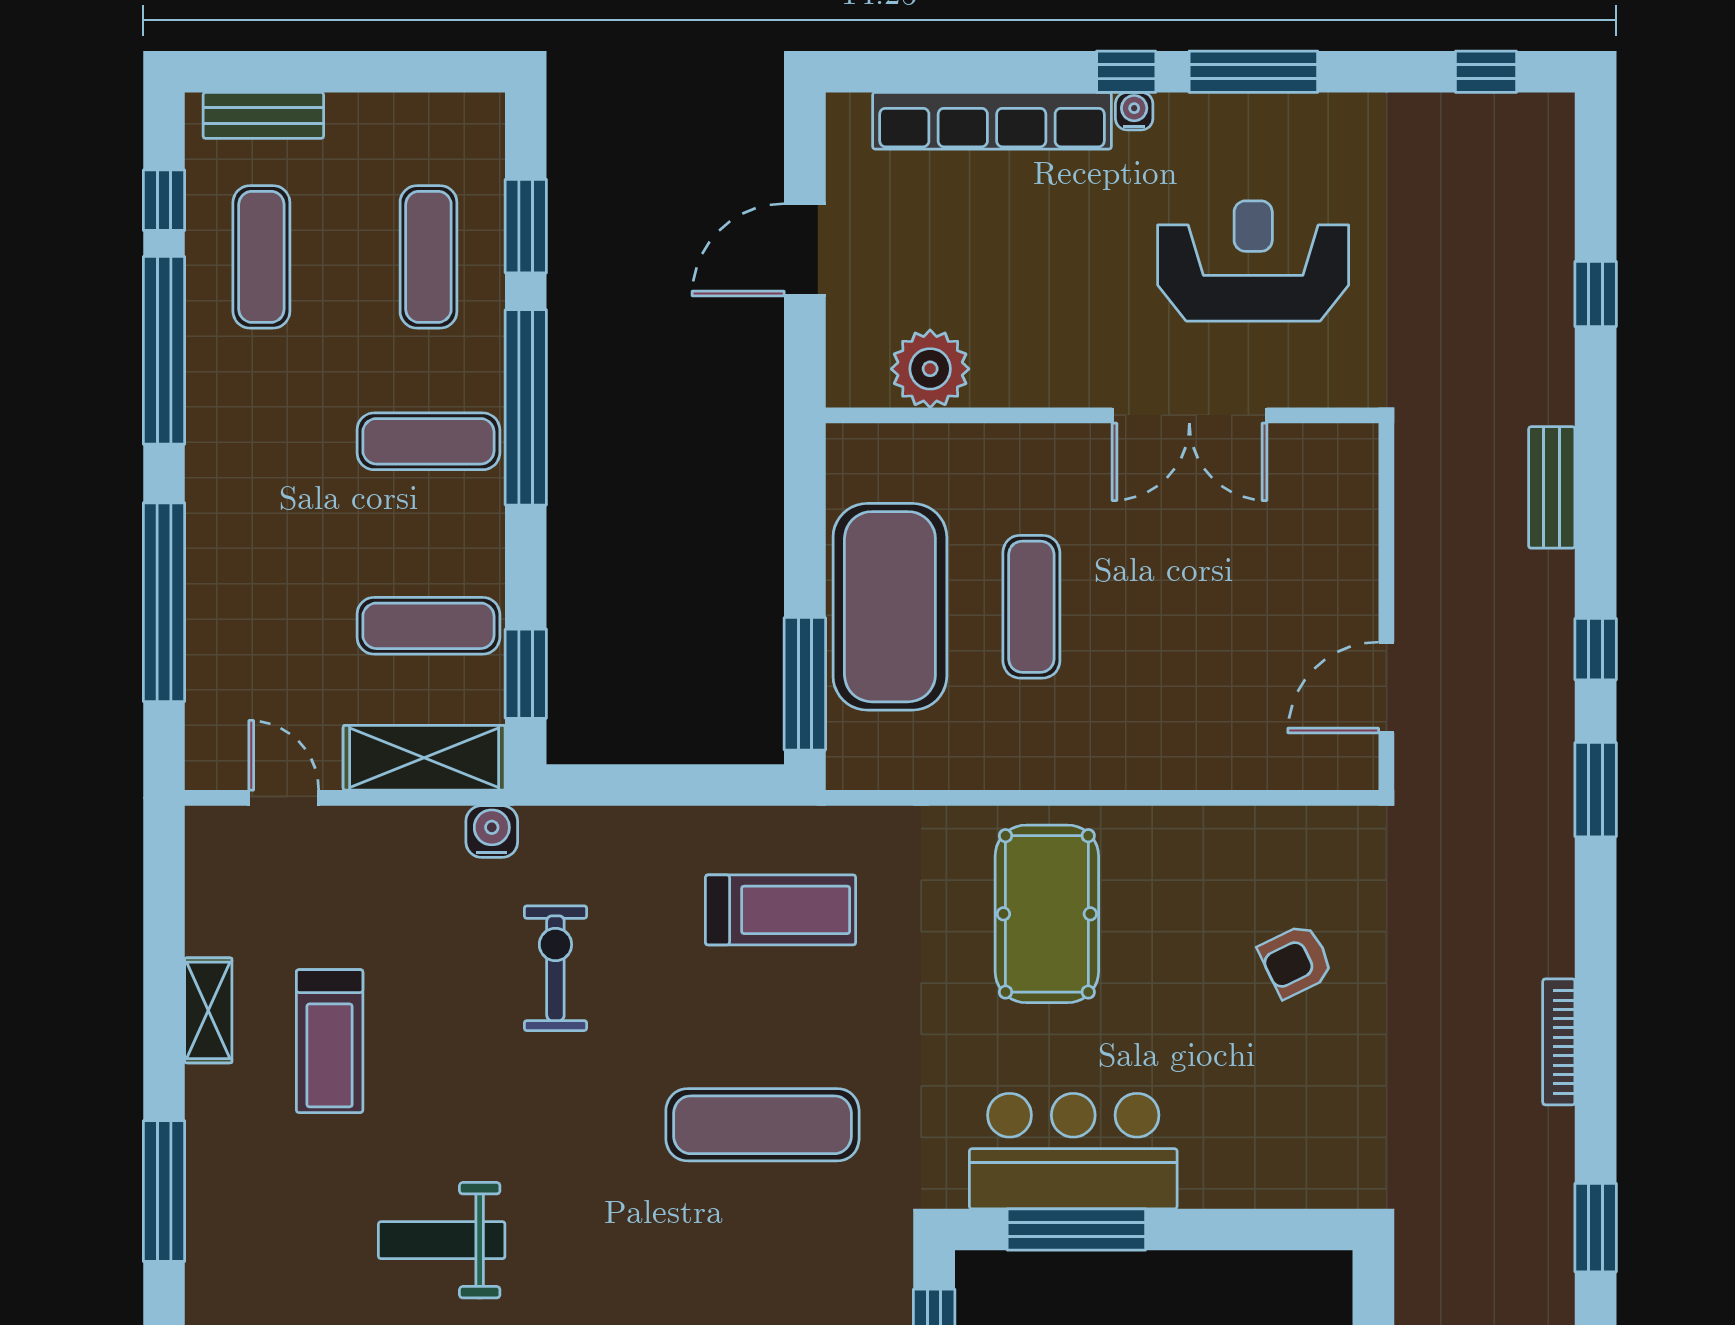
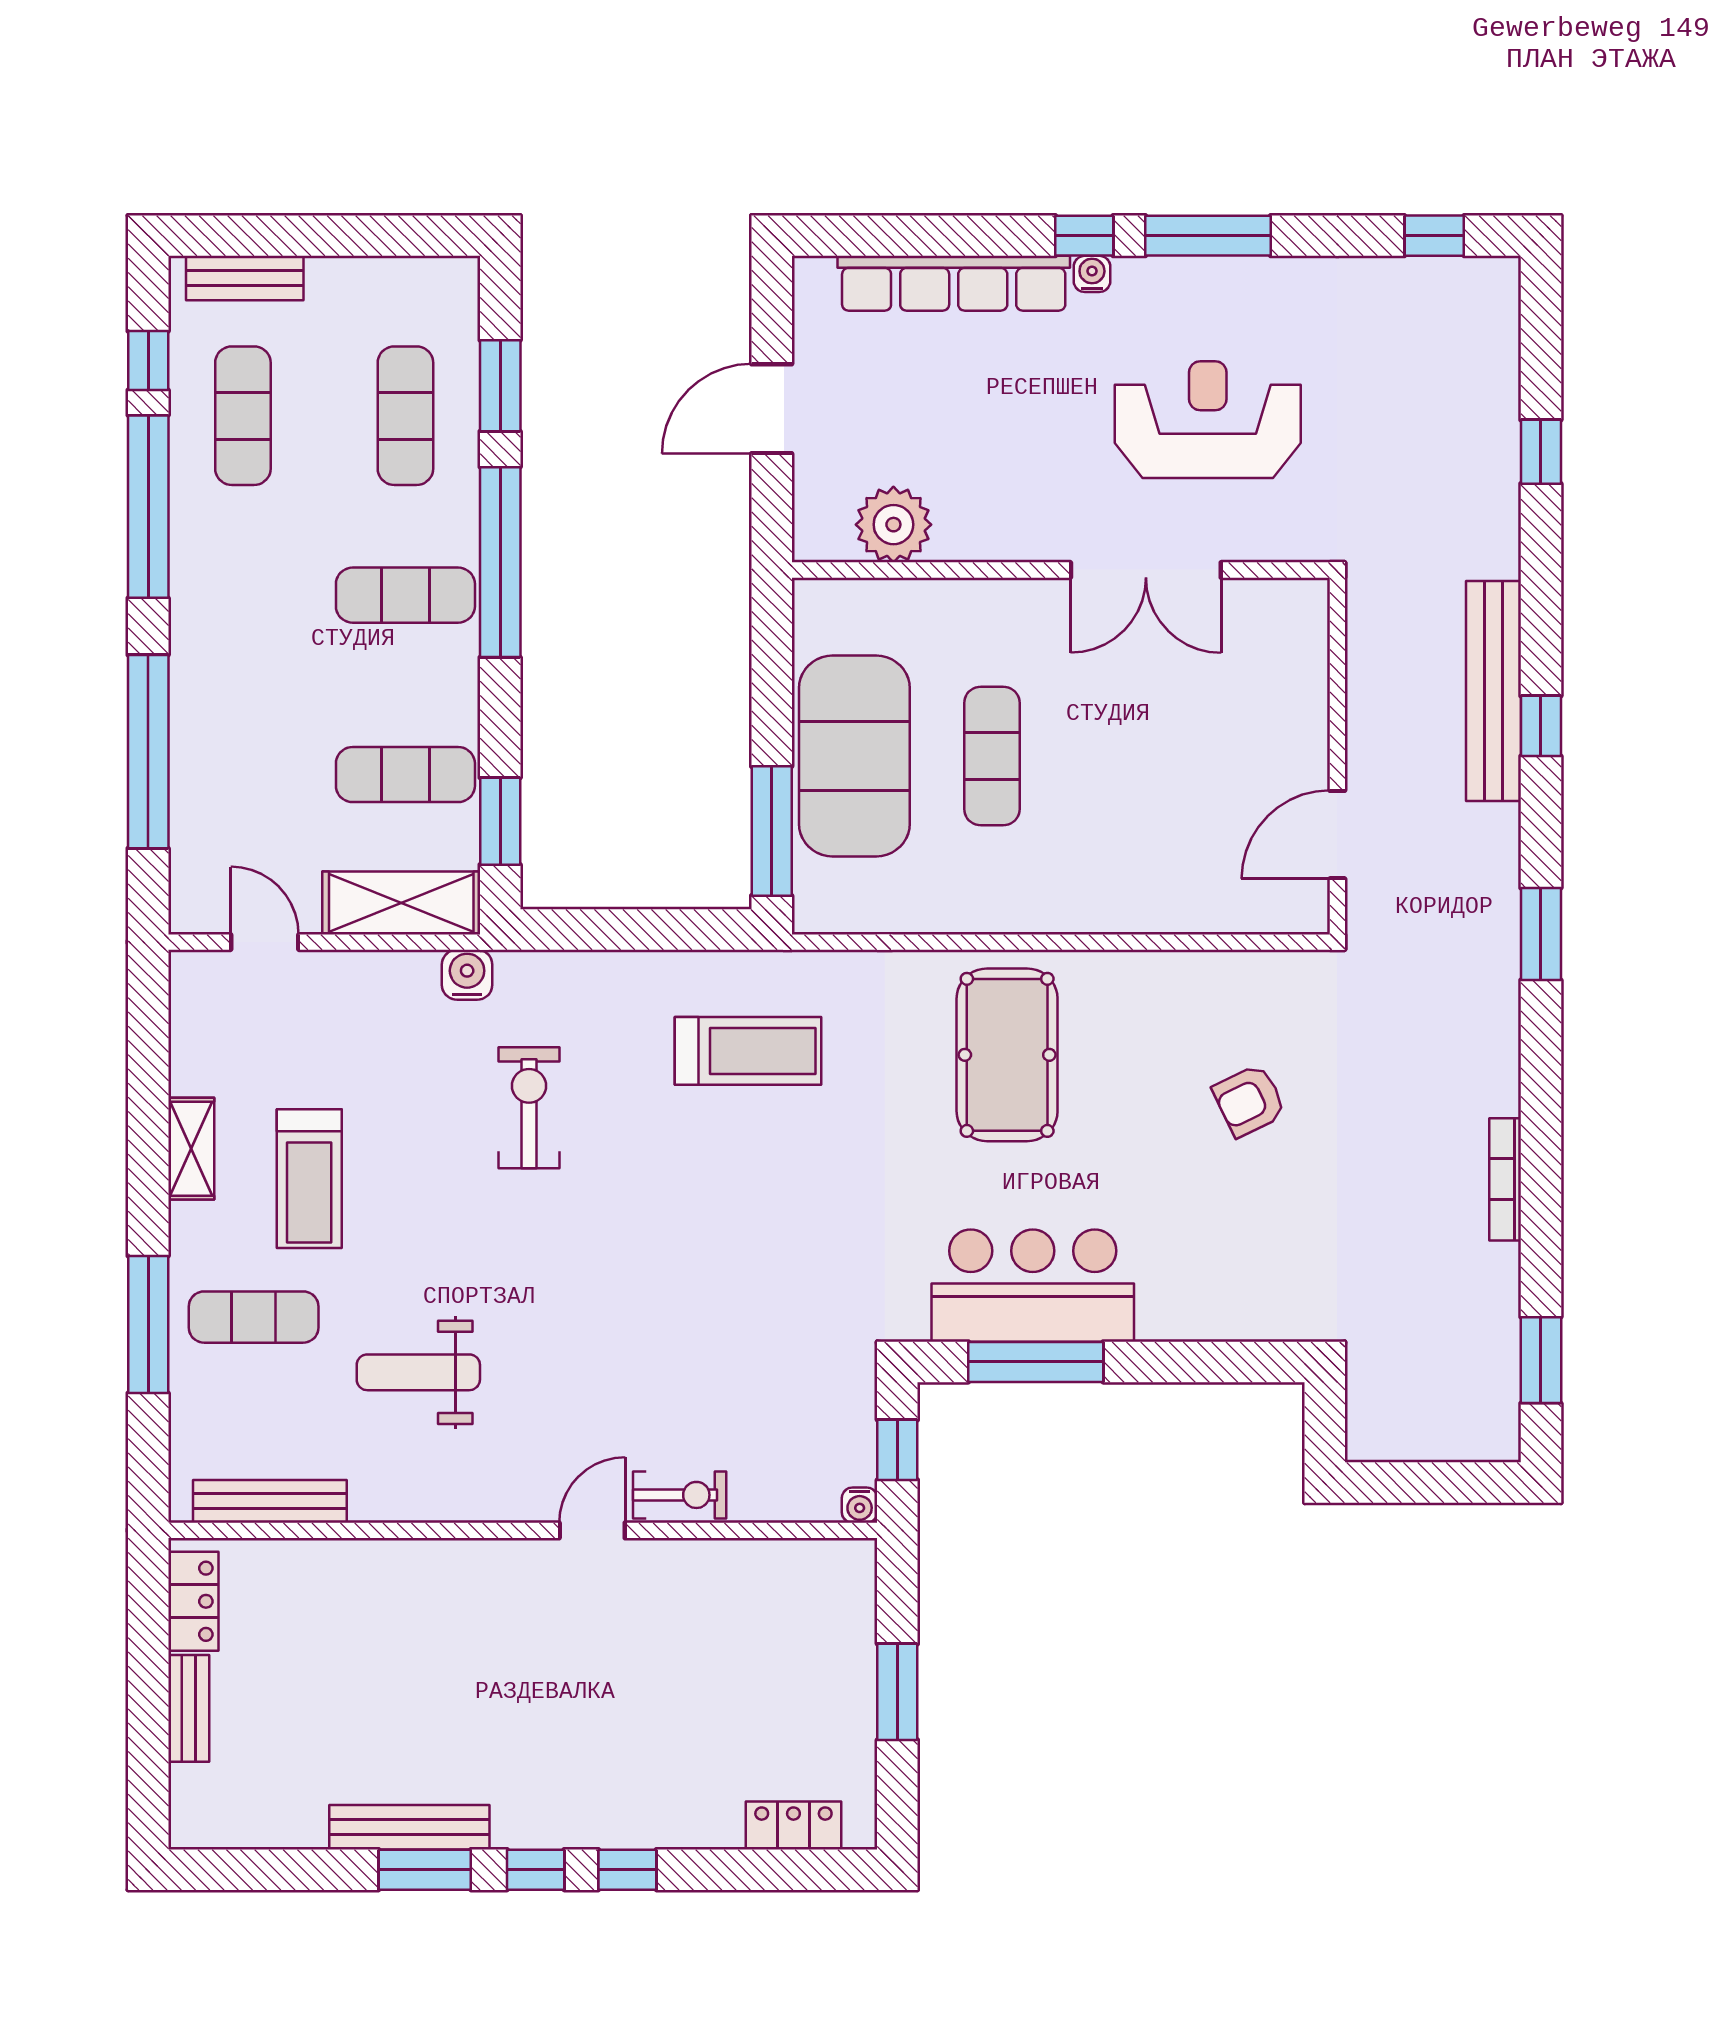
bench: (1552, 487) -> (1493, 691), width x1.86, depth x1.21
window: (1596, 649) -> (1541, 726), moved
exercise mat: (762, 1125) -> (254, 1317), moved, width x0.73, depth x0.69

